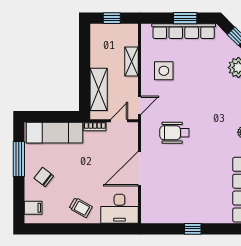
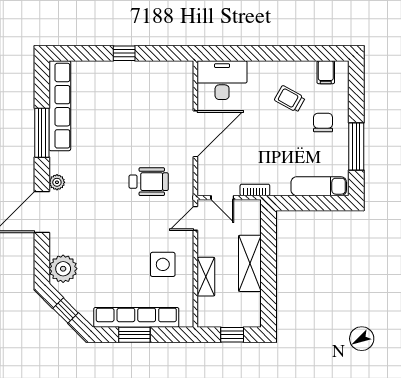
shelving: (99, 89) -> (250, 263), moved
door: (119, 121) -> (222, 198), hinge flipped
exam couch: (55, 133) -> (319, 186), width x0.73, depth x0.69
chair: (44, 177) -> (323, 122), turned -128
trolley: (81, 207) -> (290, 99), moved
filing cabinet: (33, 208) -> (326, 72), moved, turned -90

